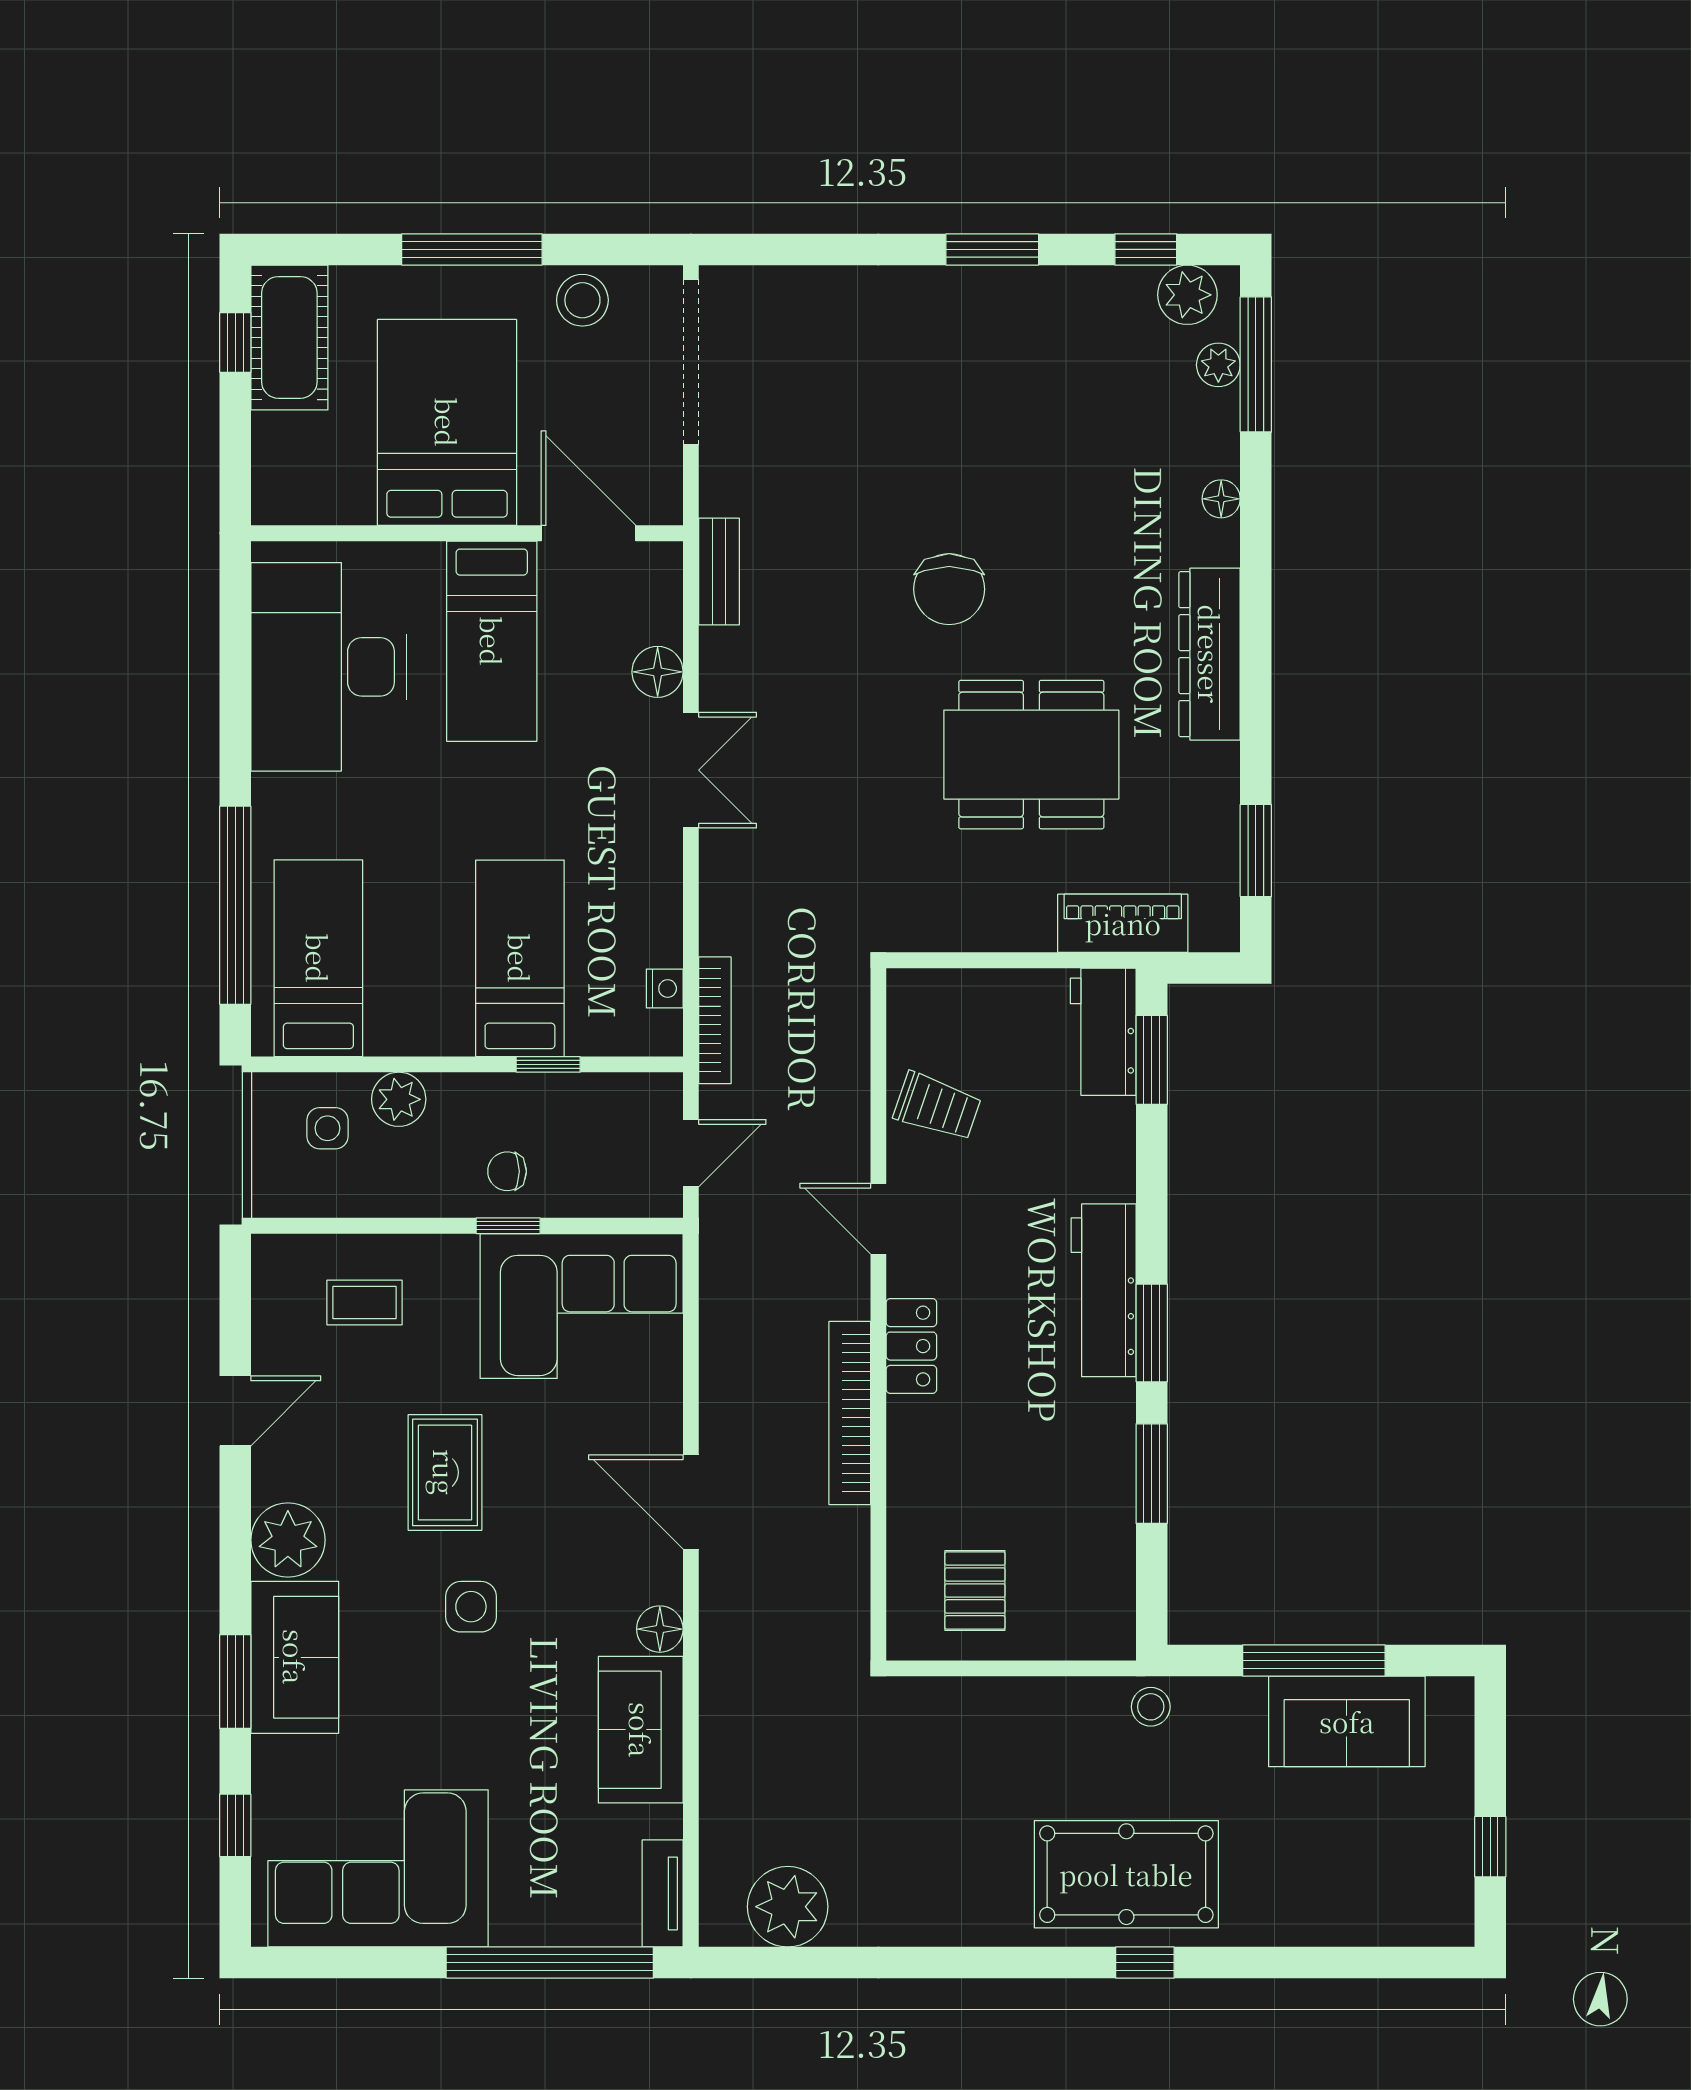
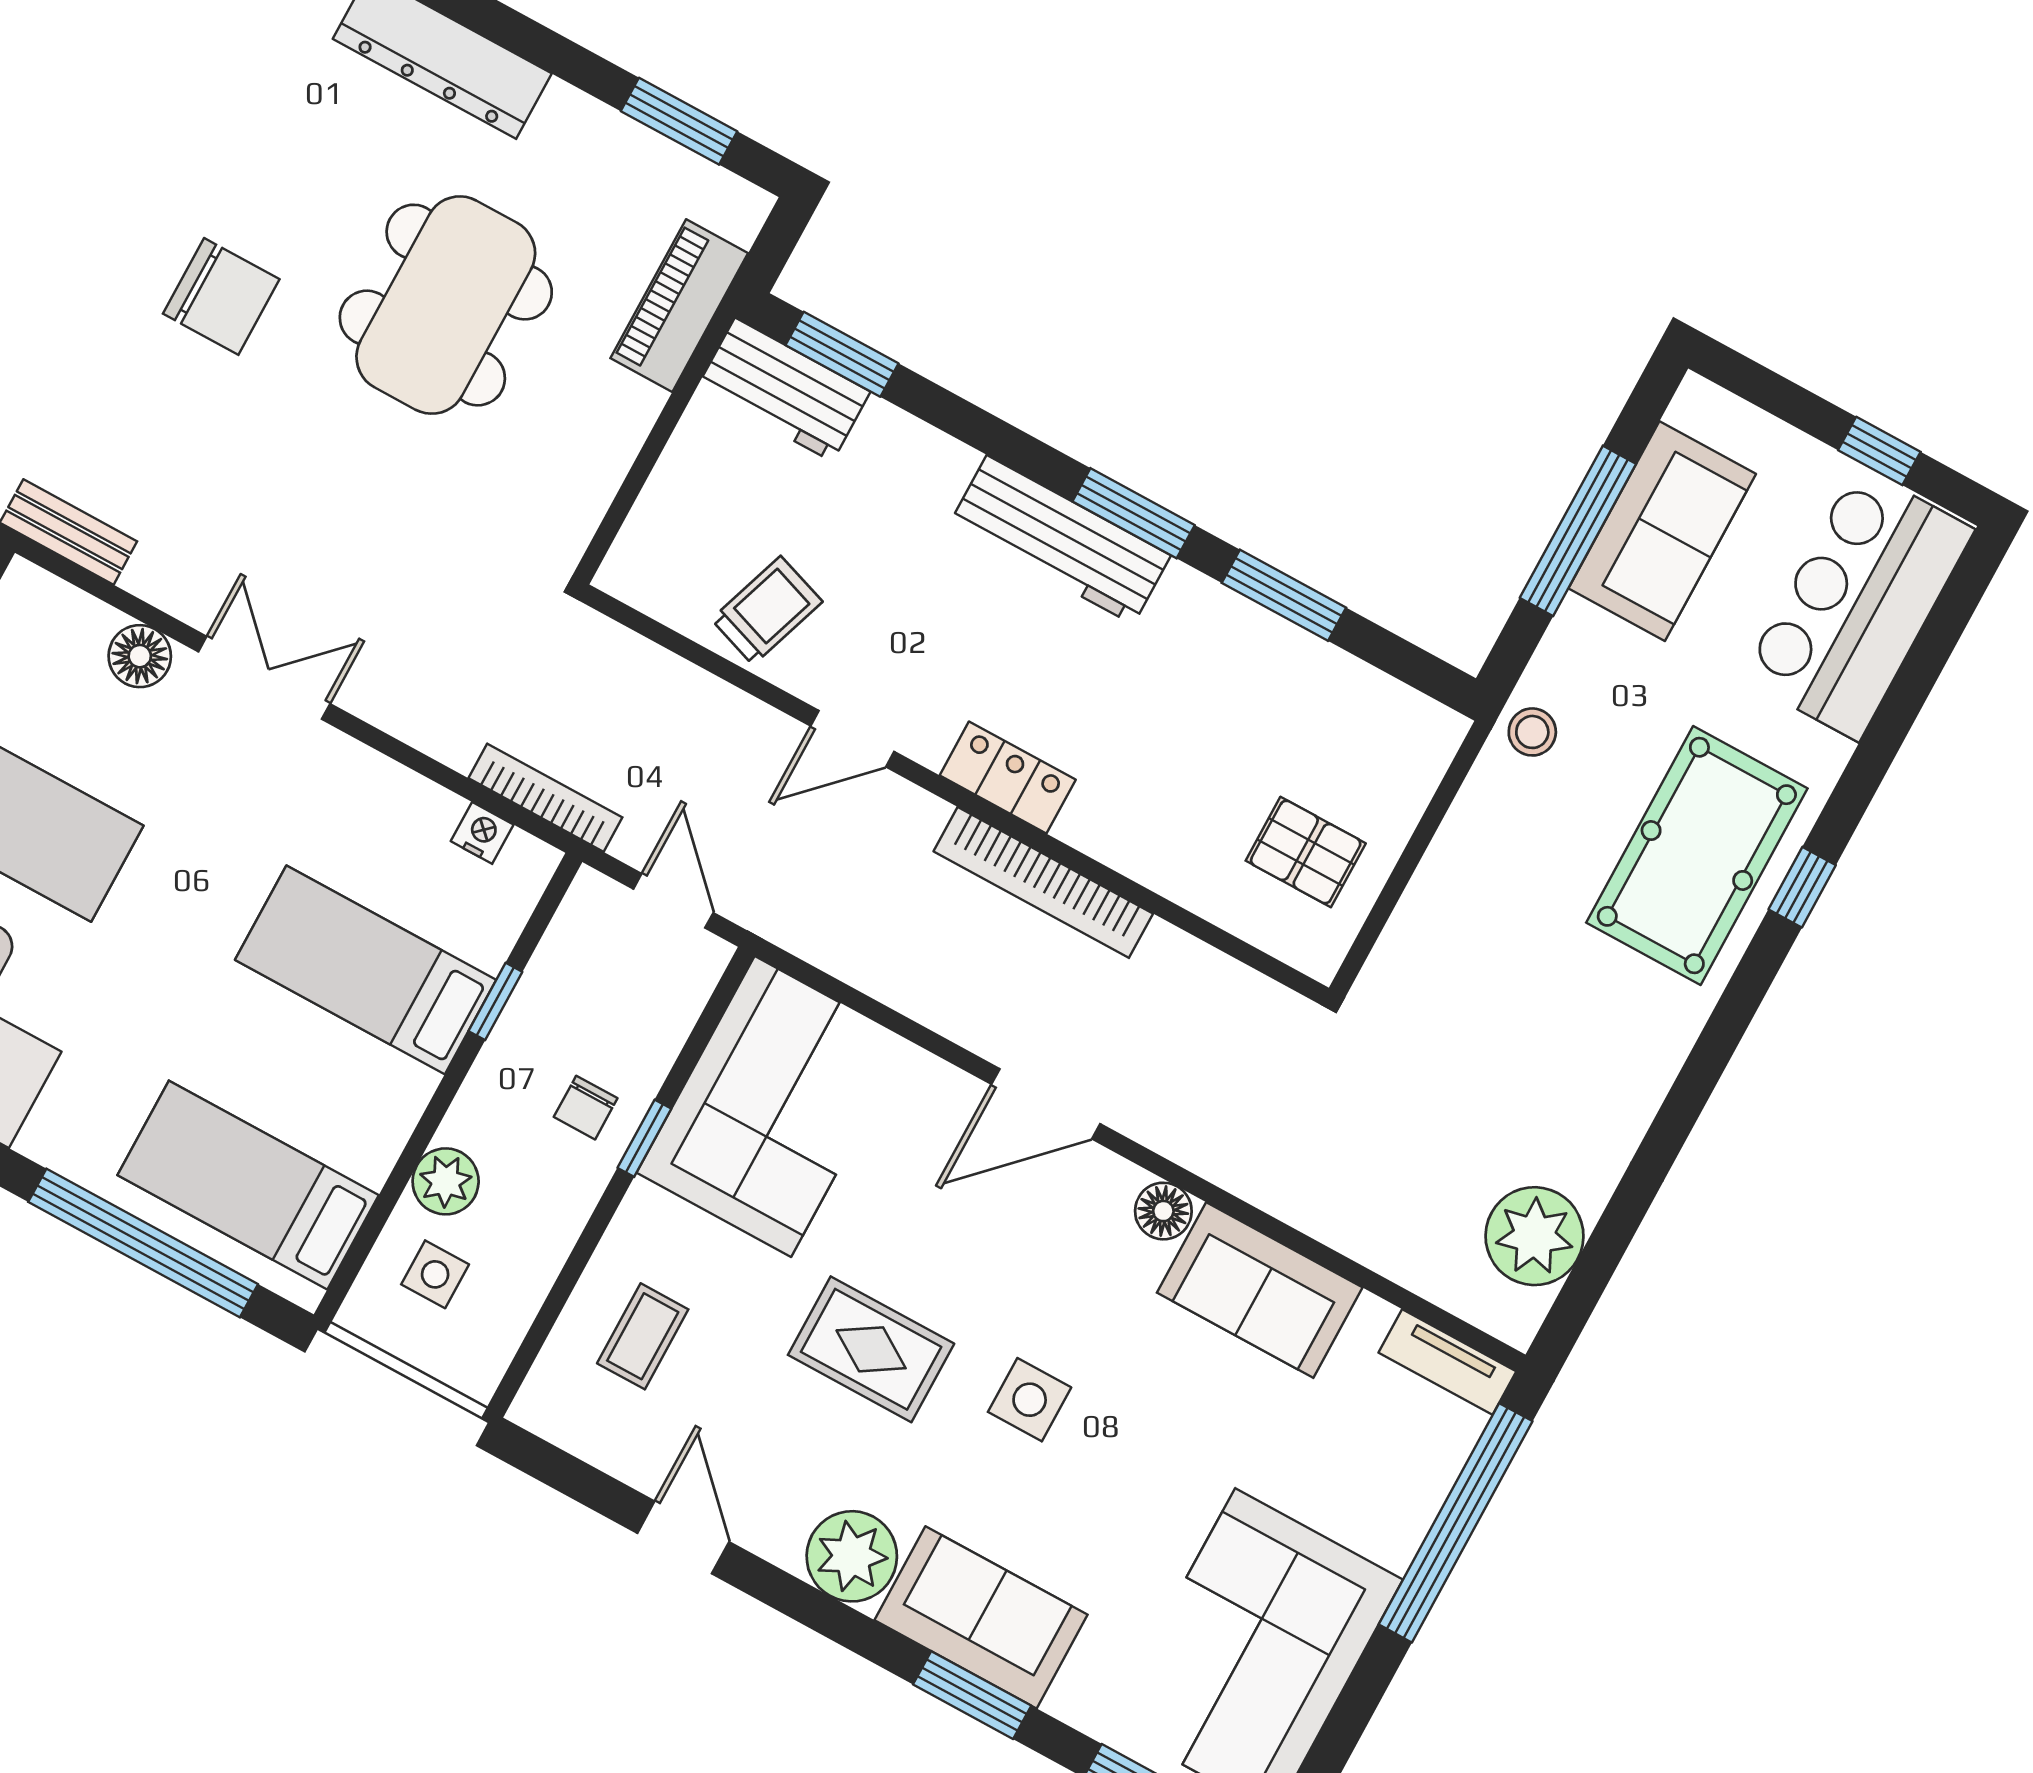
bar counter: (1371, 1891) -> (1858, 604), added

